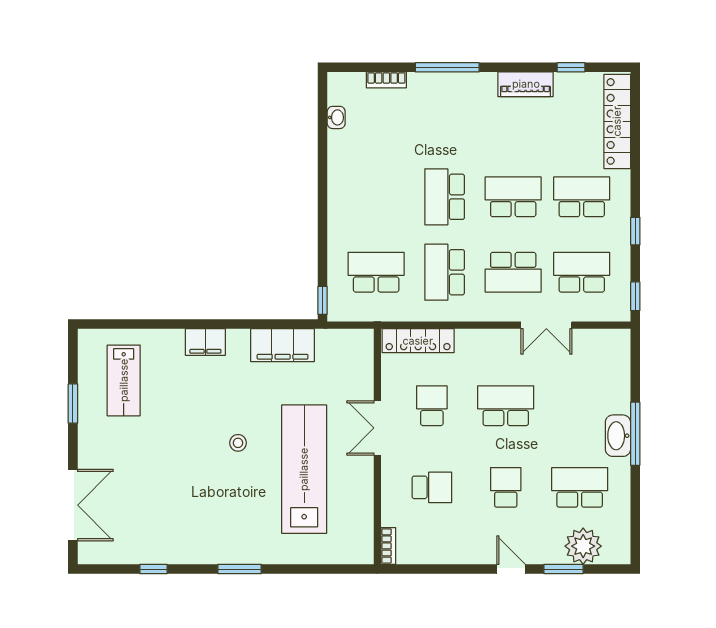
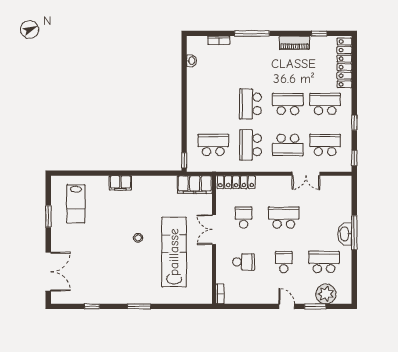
filing cabinet: (283, 345) -> (195, 185), moved

